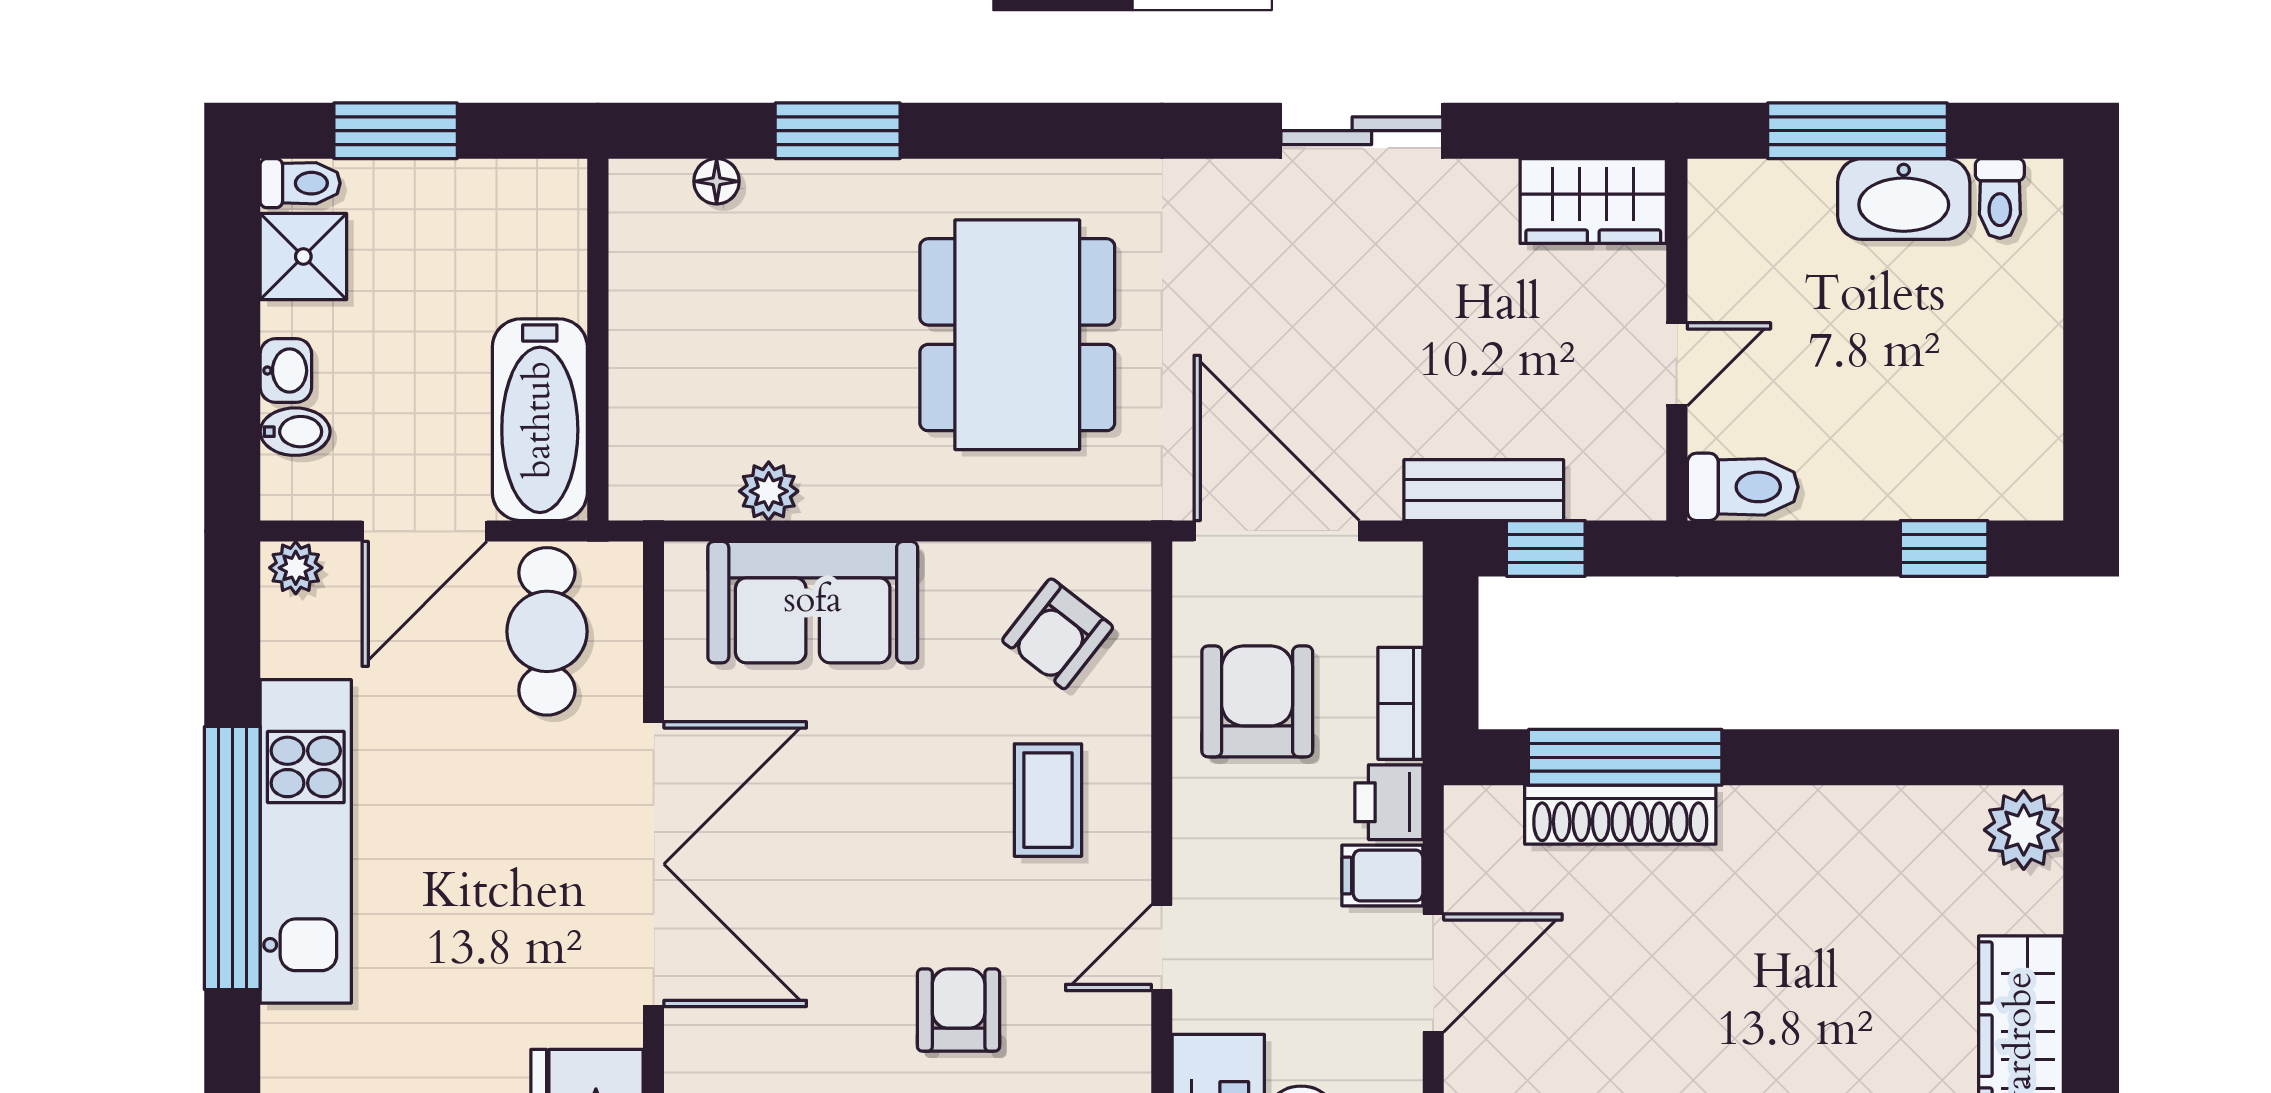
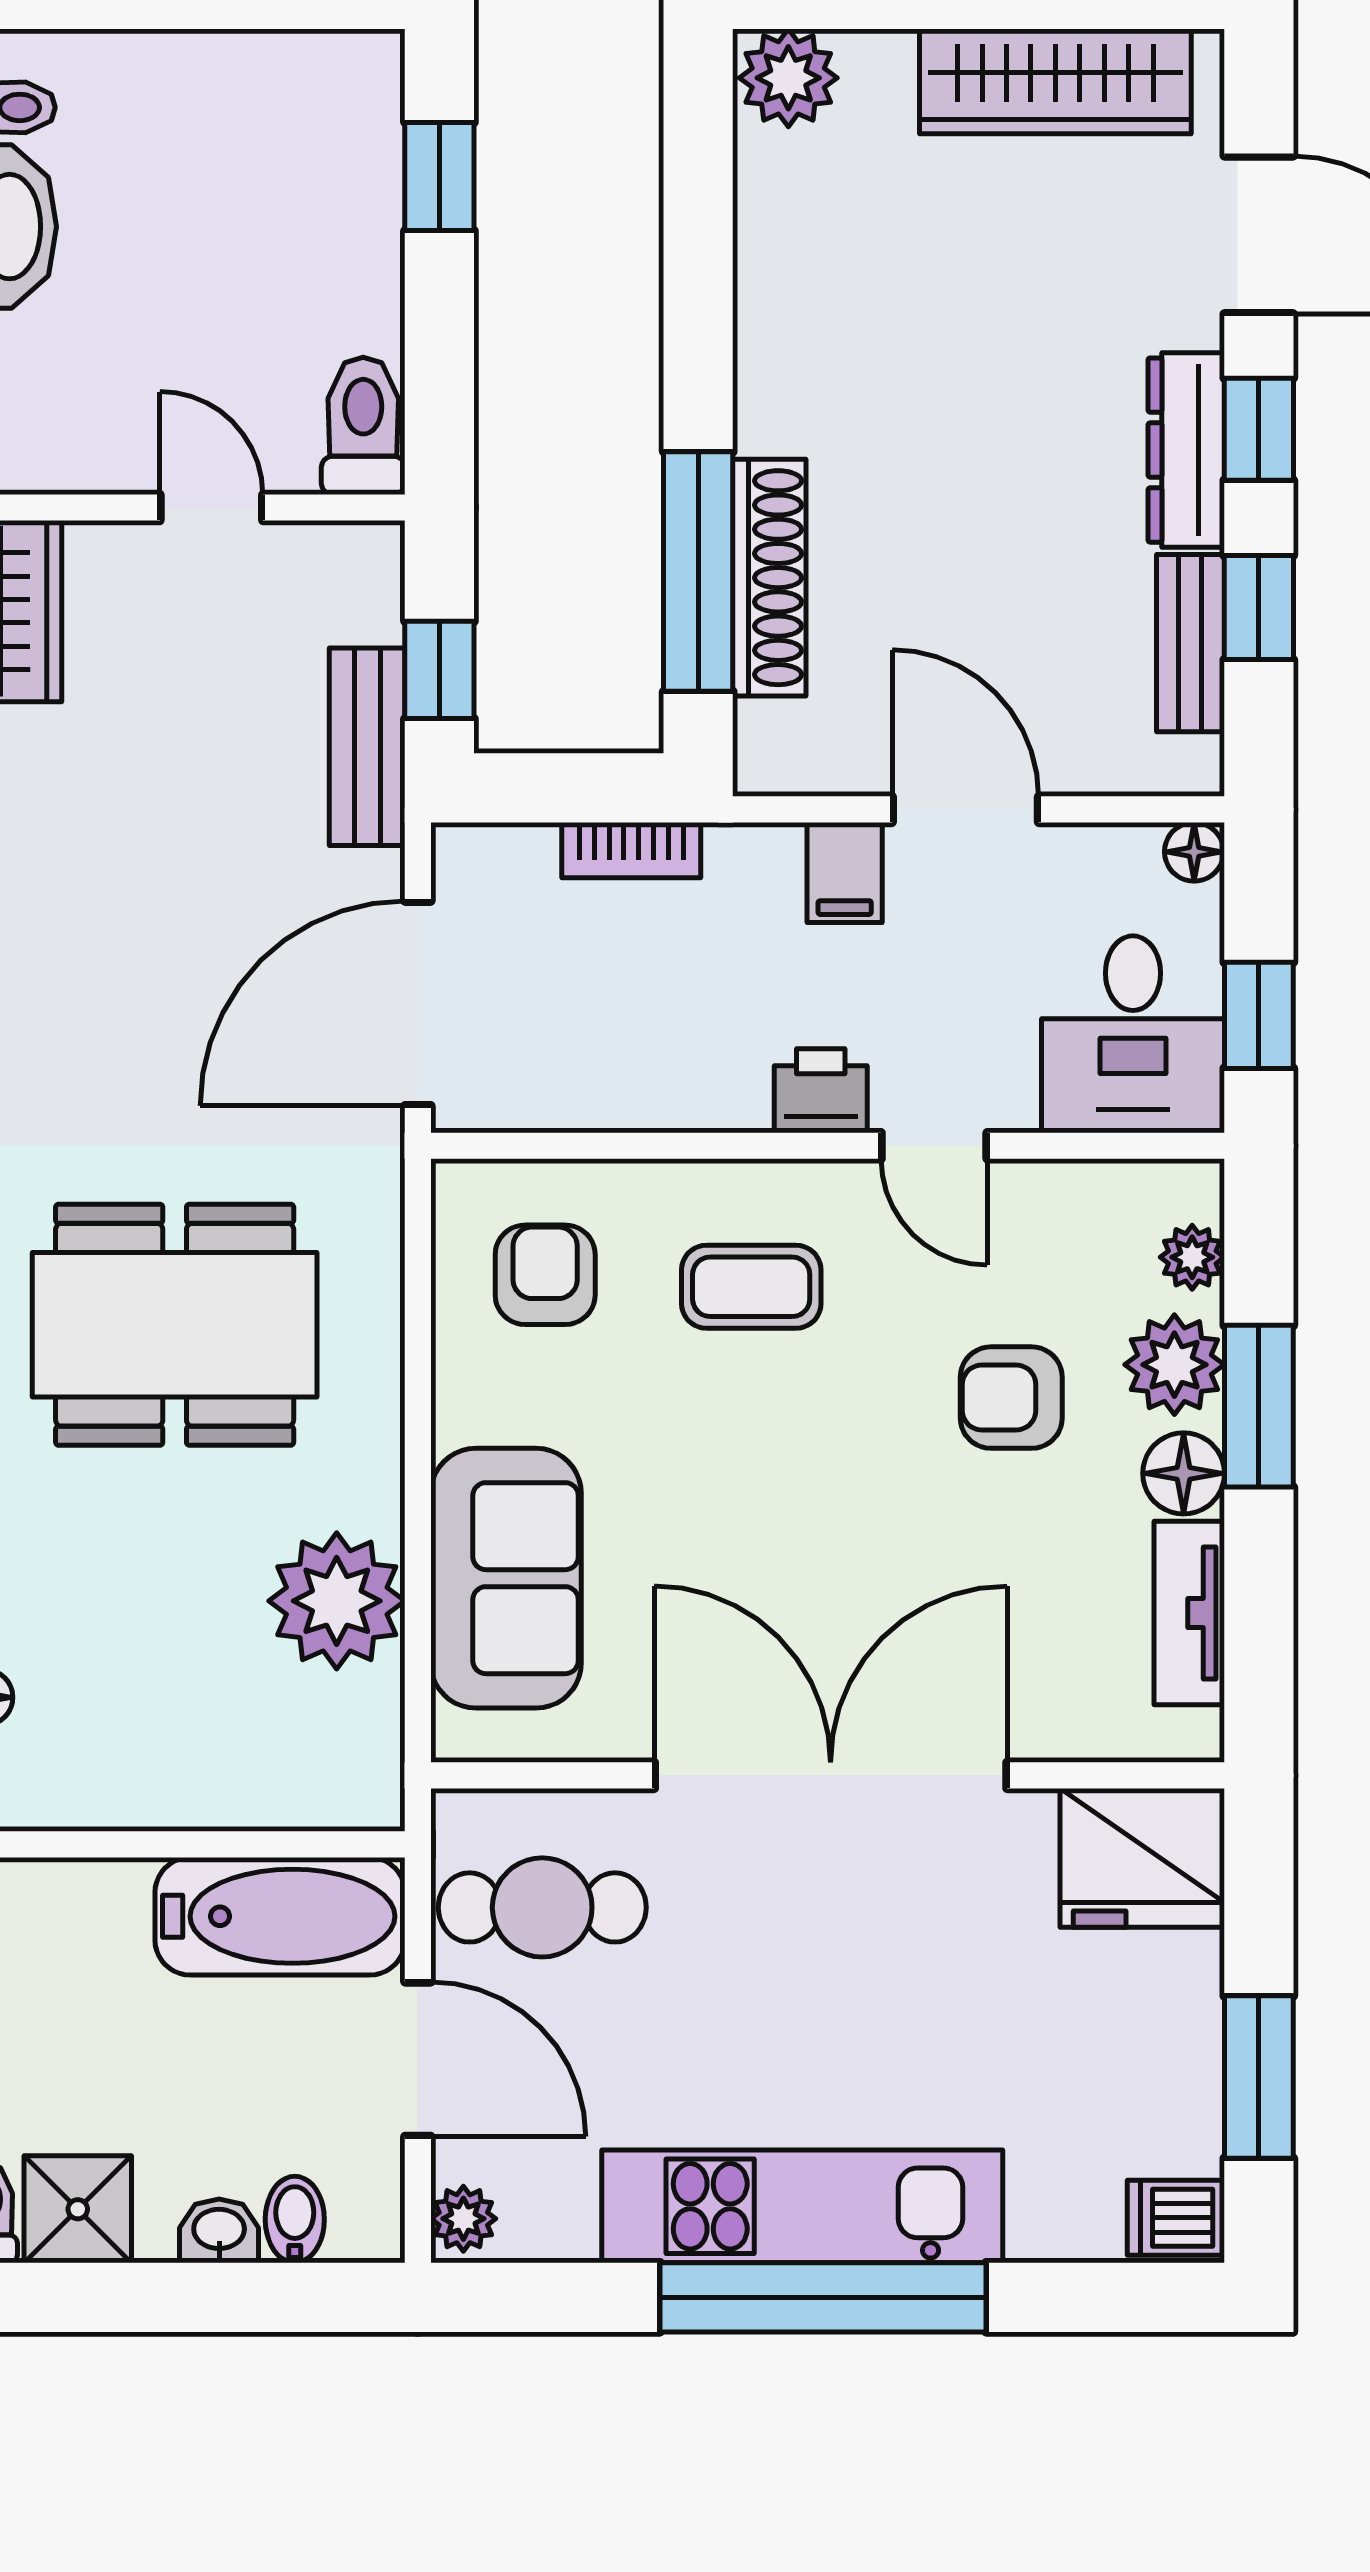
plant: (769, 491) -> (337, 1601), width x1.87, depth x1.87
armchair: (1058, 634) -> (545, 1275), turned -128
armchair: (1257, 701) -> (629, 1028), removed
printer: (1389, 802) -> (821, 1091), moved, turned 180

